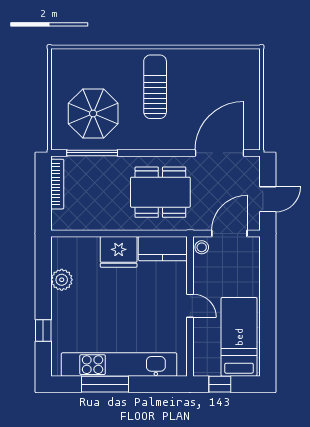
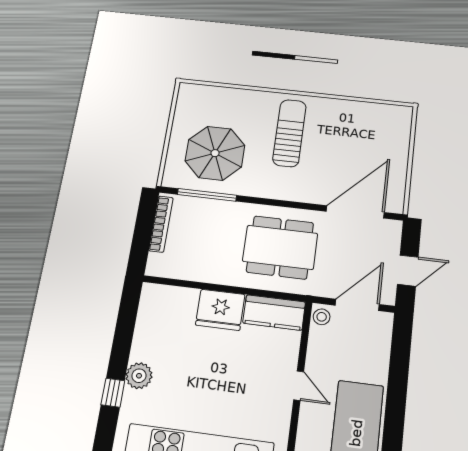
plant: (62, 280) -> (139, 376), moved

